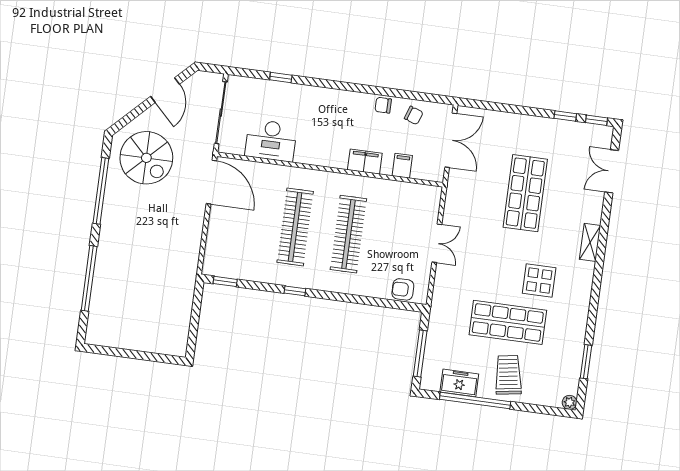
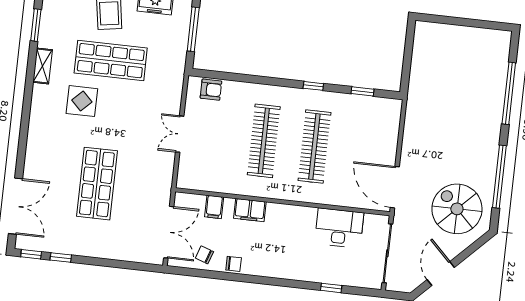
double door: (451, 140) -> (169, 232), swing flipped
double door: (612, 171) -> (15, 206), width x1.37
shelving: (590, 242) -> (43, 66), moved
window: (225, 281) -> (363, 91), moved

